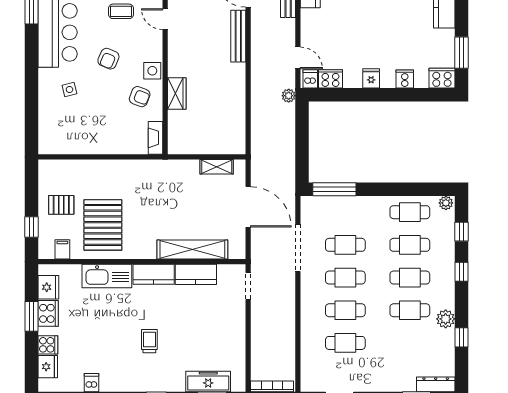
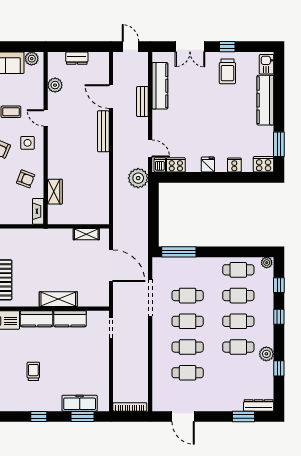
side table: (152, 71) -> (28, 143), moved
wardrobe: (177, 93) -> (55, 192), moved
plant: (289, 96) -> (138, 178), width x1.88, depth x1.88
shelving: (192, 249) -> (58, 299), width x0.68

